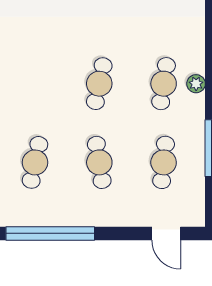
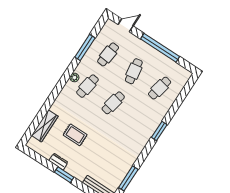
window: (50, 233) -> (160, 48), moved
door: (166, 233) -> (126, 25), hinge flipped

